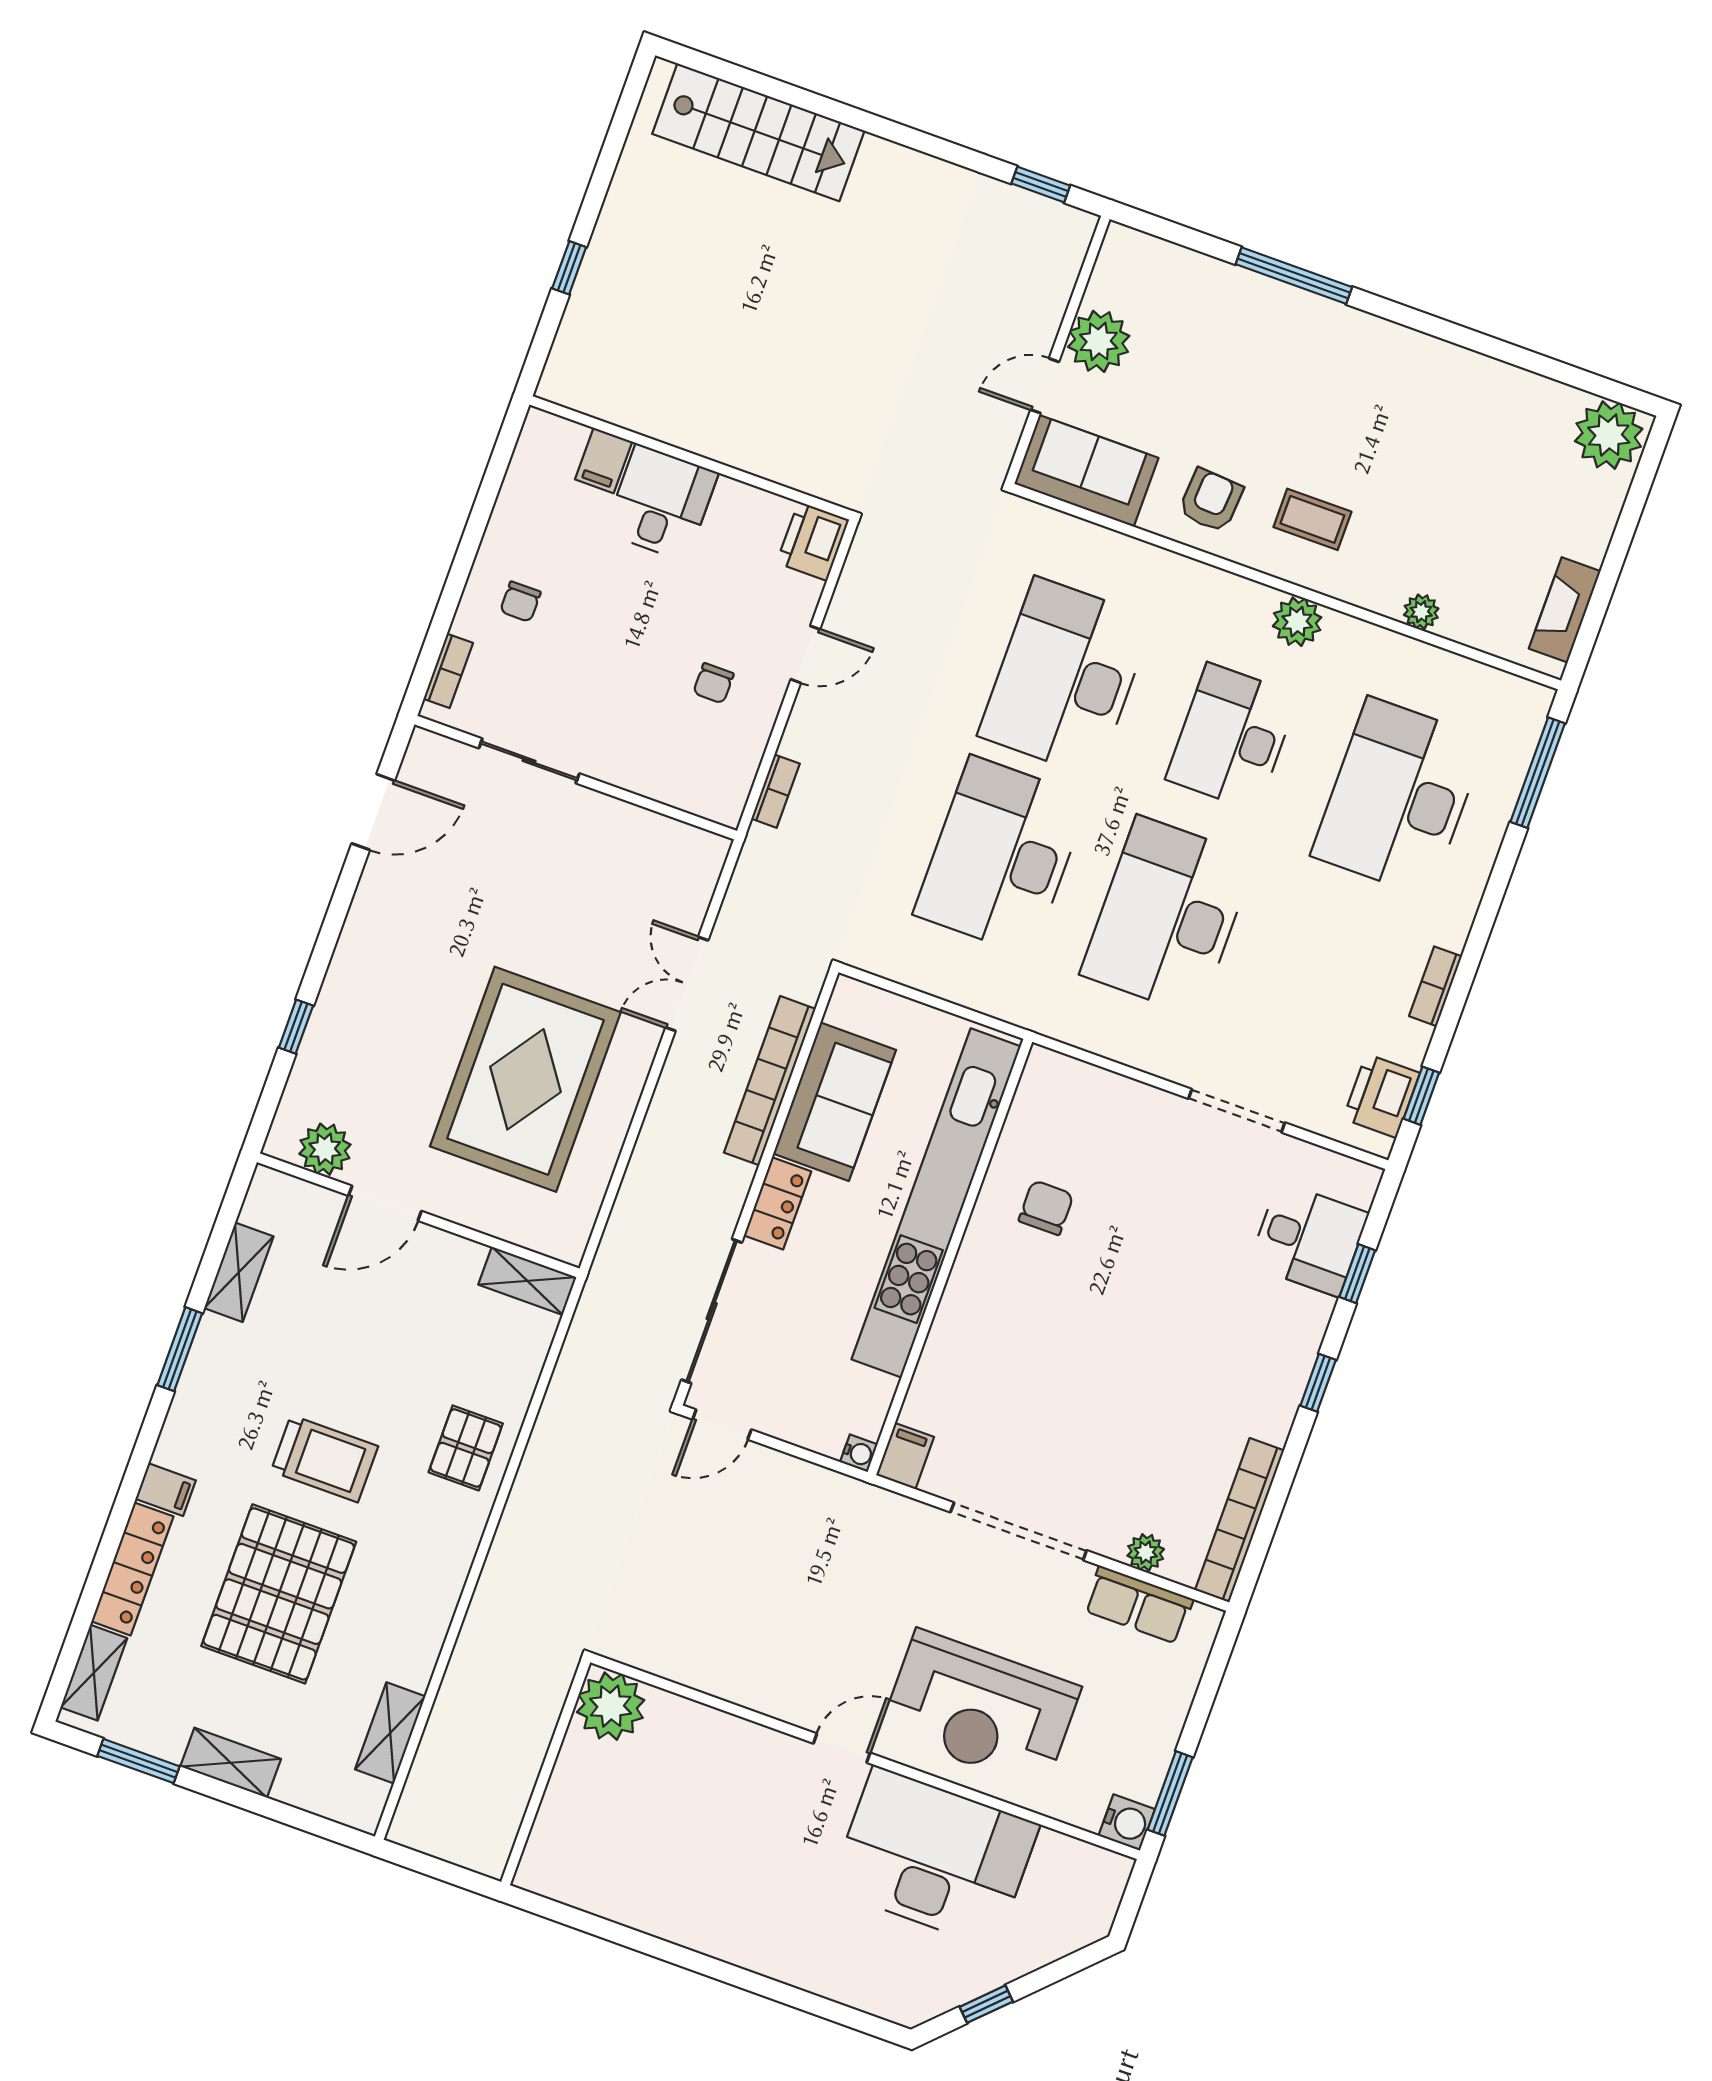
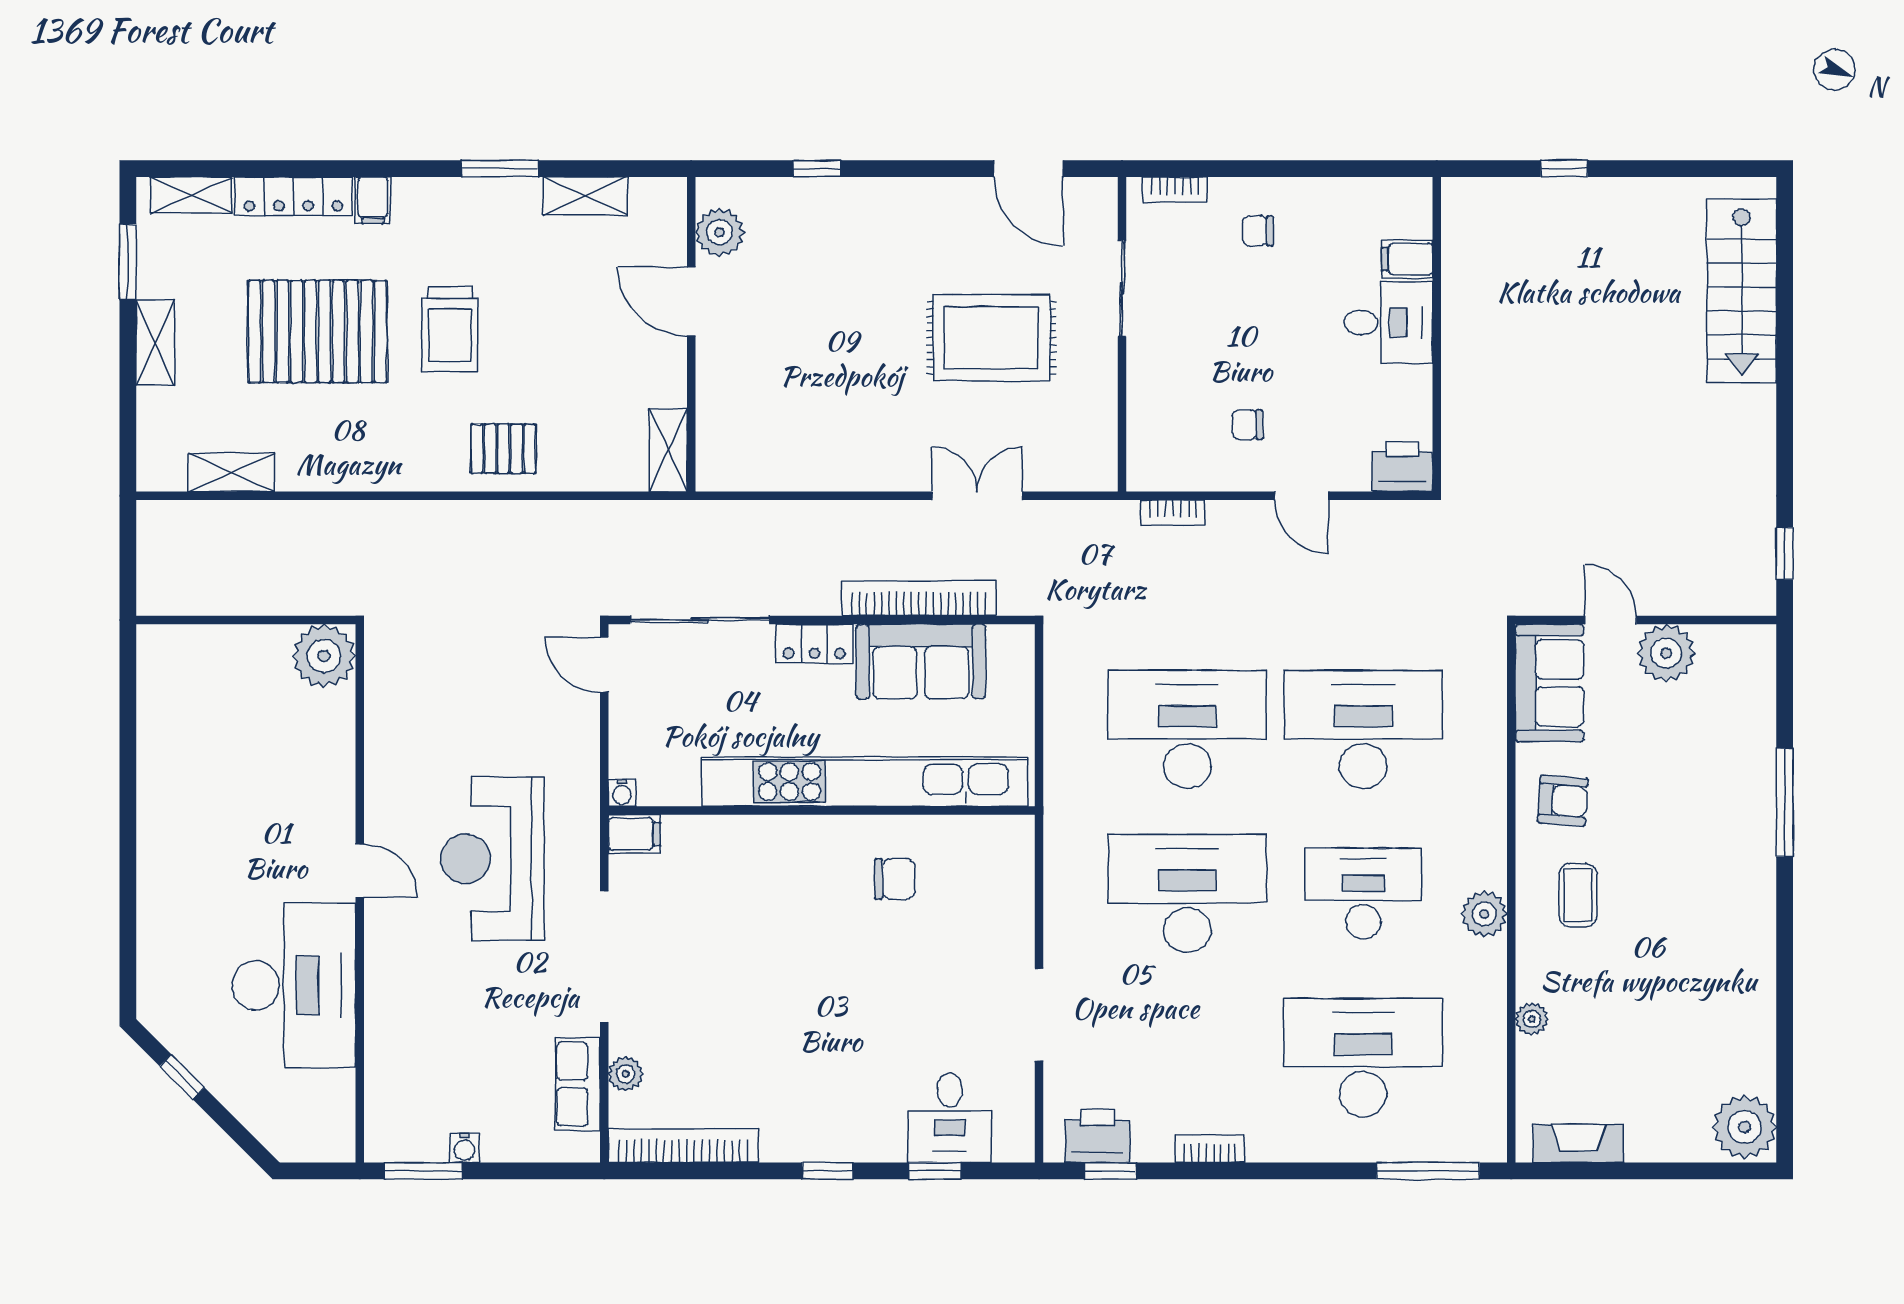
rug: (525, 1079) -> (991, 338), moved, width x0.73, depth x0.69
reception desk: (980, 1709) -> (492, 859), moved
water cooler: (1127, 1822) -> (464, 1148), moved, width x0.72, depth x0.72

